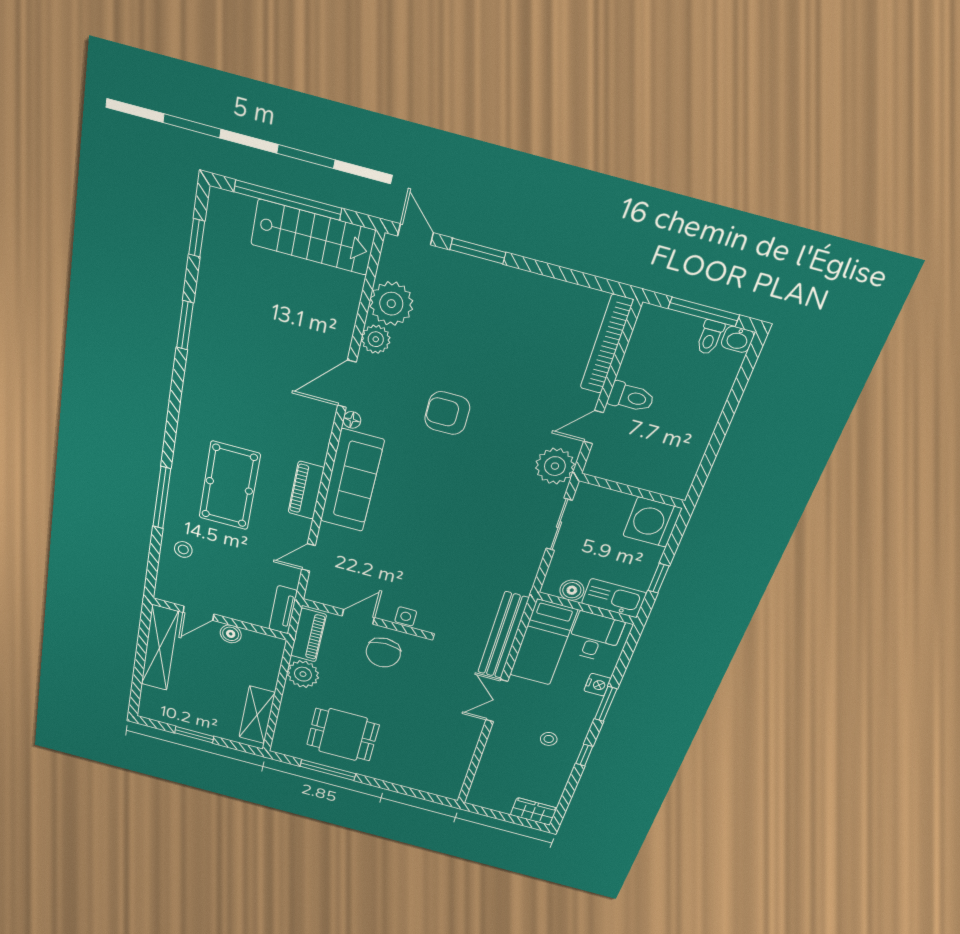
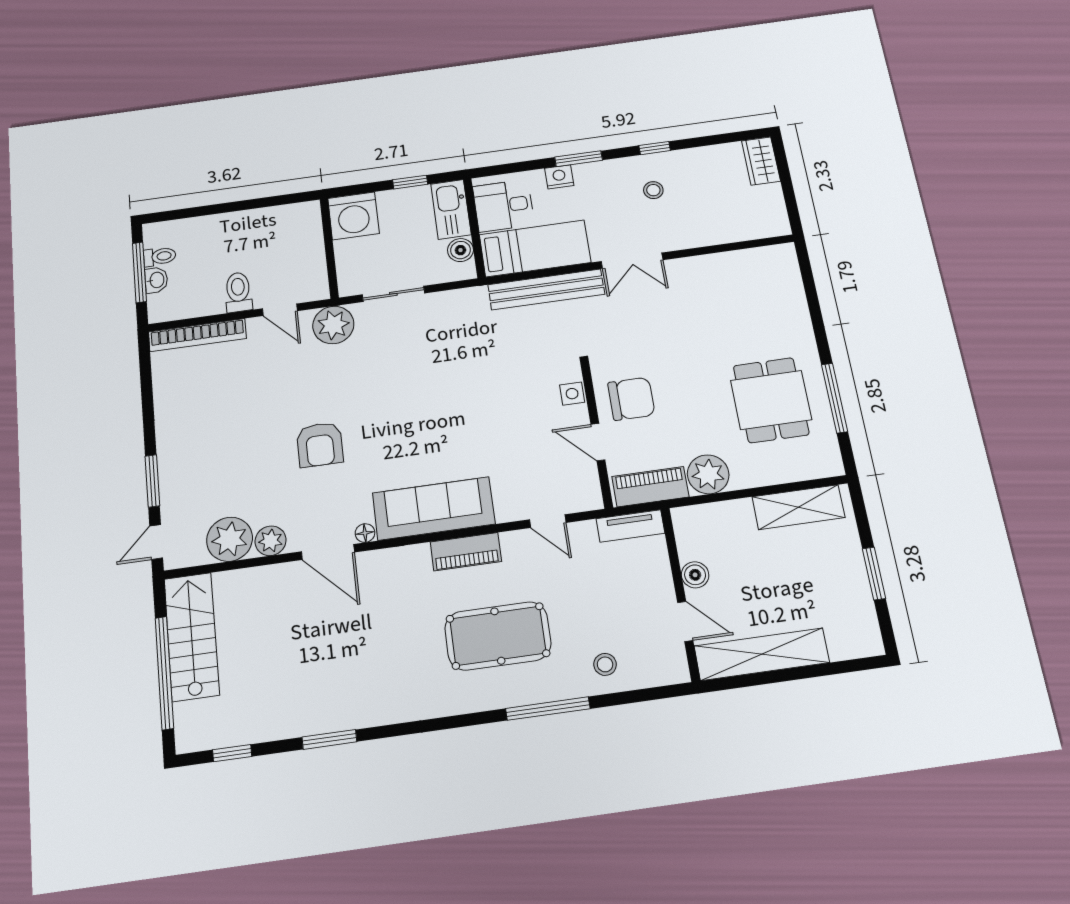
washbasin: (738, 339) -> (156, 280), moved

